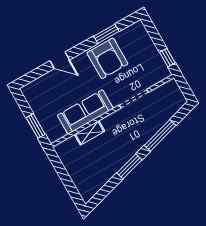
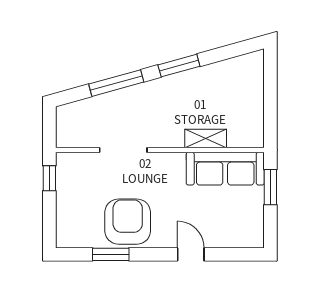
sofa: (85, 112) -> (225, 169), moved

